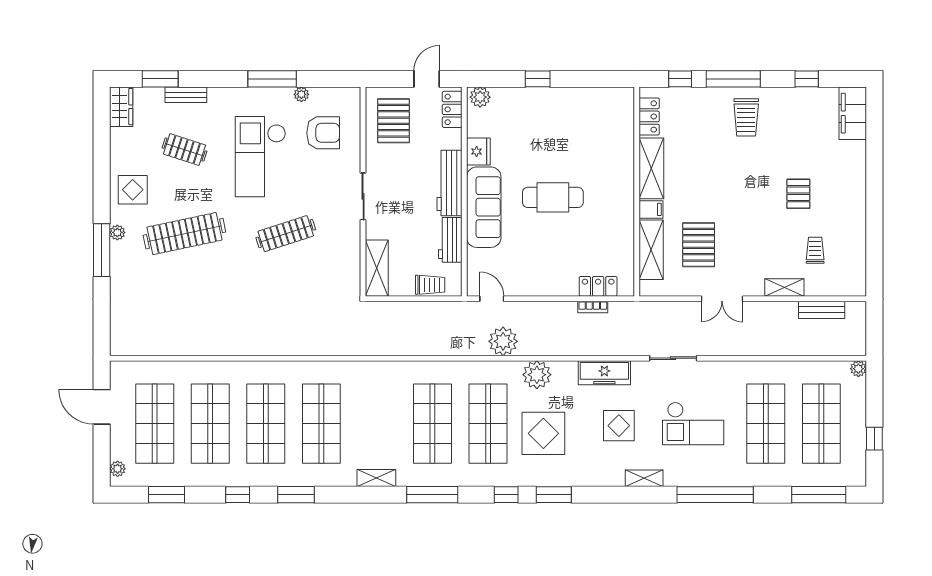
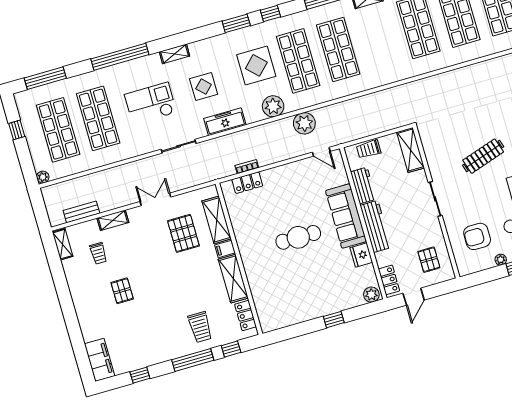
trolley: (746, 117) -> (200, 327), moved, turned 180
pallet: (393, 121) -> (429, 260), width x0.67, depth x0.71
shelving: (858, 275) -> (63, 244), added

